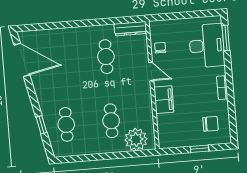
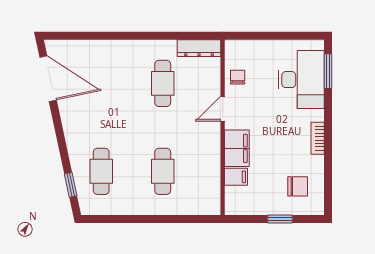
door: (151, 72) -> (223, 109), swing flipped
filing cabinet: (165, 120) -> (236, 177), added
window: (41, 125) -> (71, 185), moved
plant: (136, 139) -> (195, 200), removed

